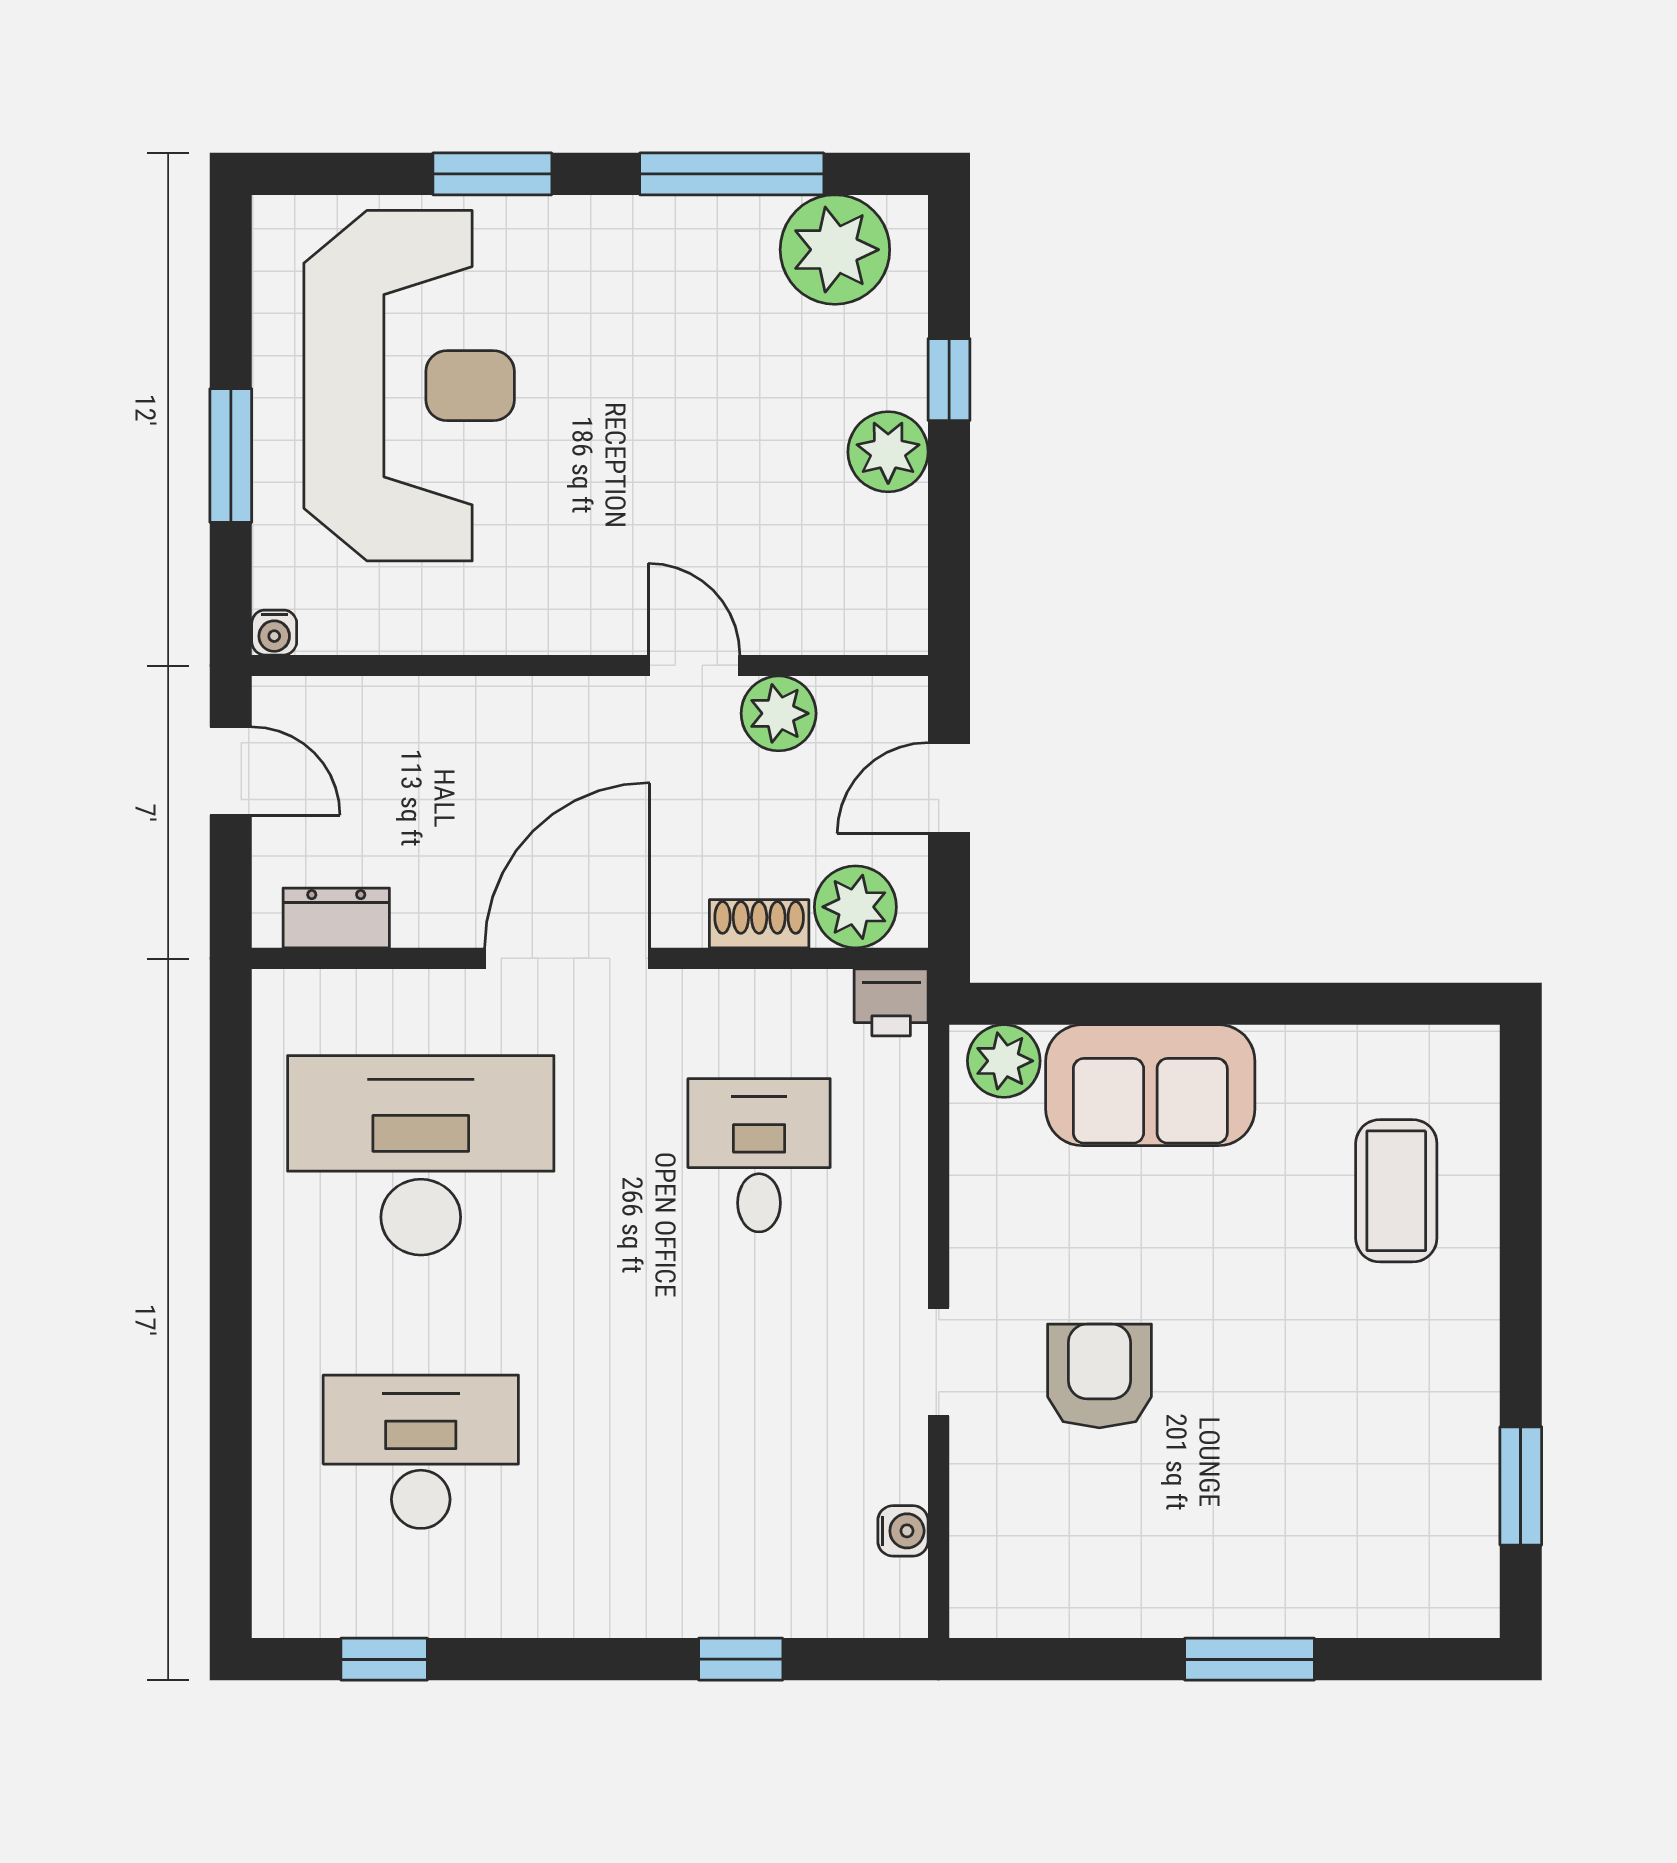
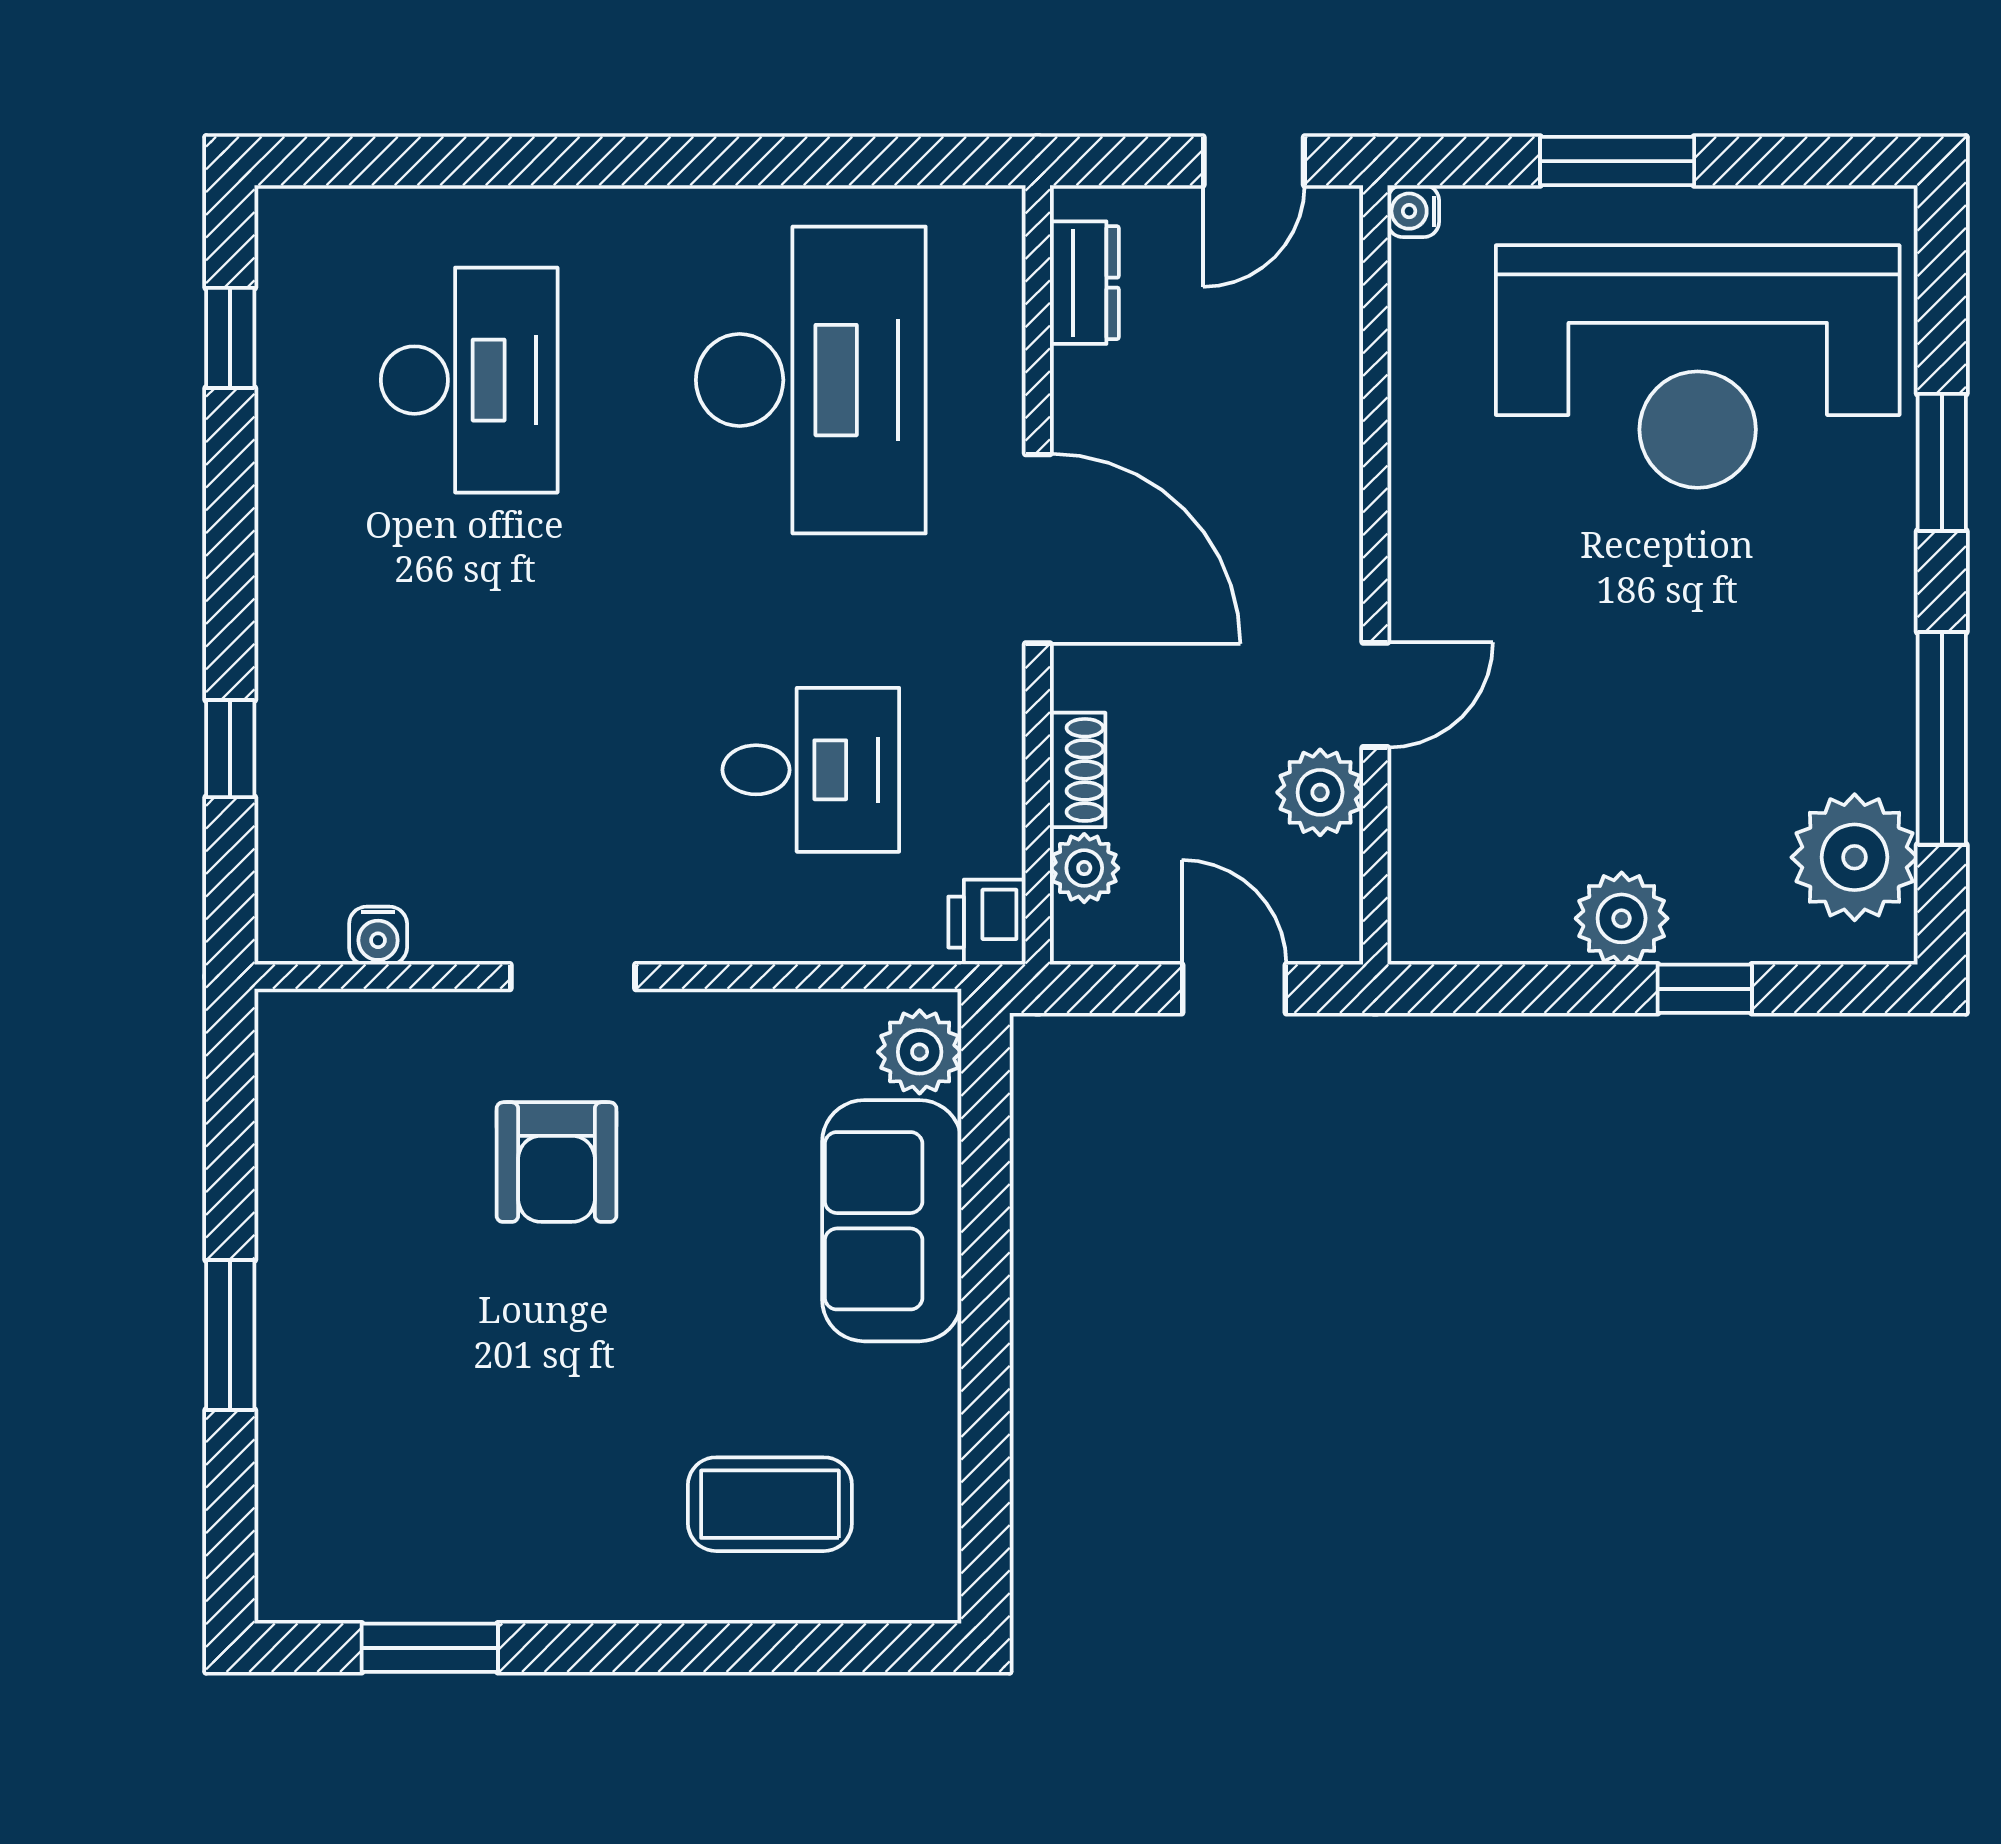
plant: (855, 907) -> (1084, 868), width x0.73, depth x0.73
armchair: (1099, 1376) -> (556, 1162), turned 90

